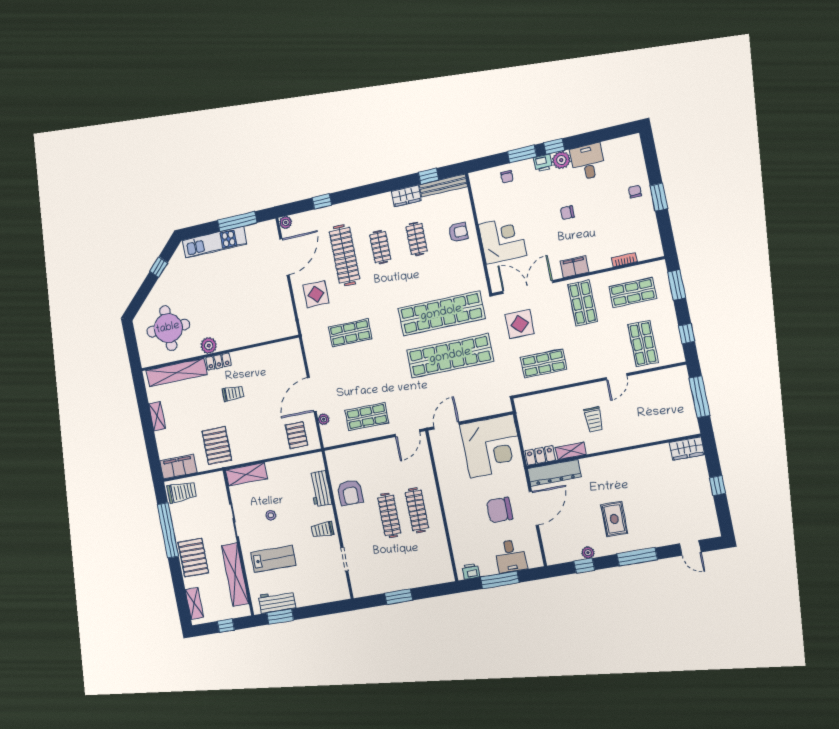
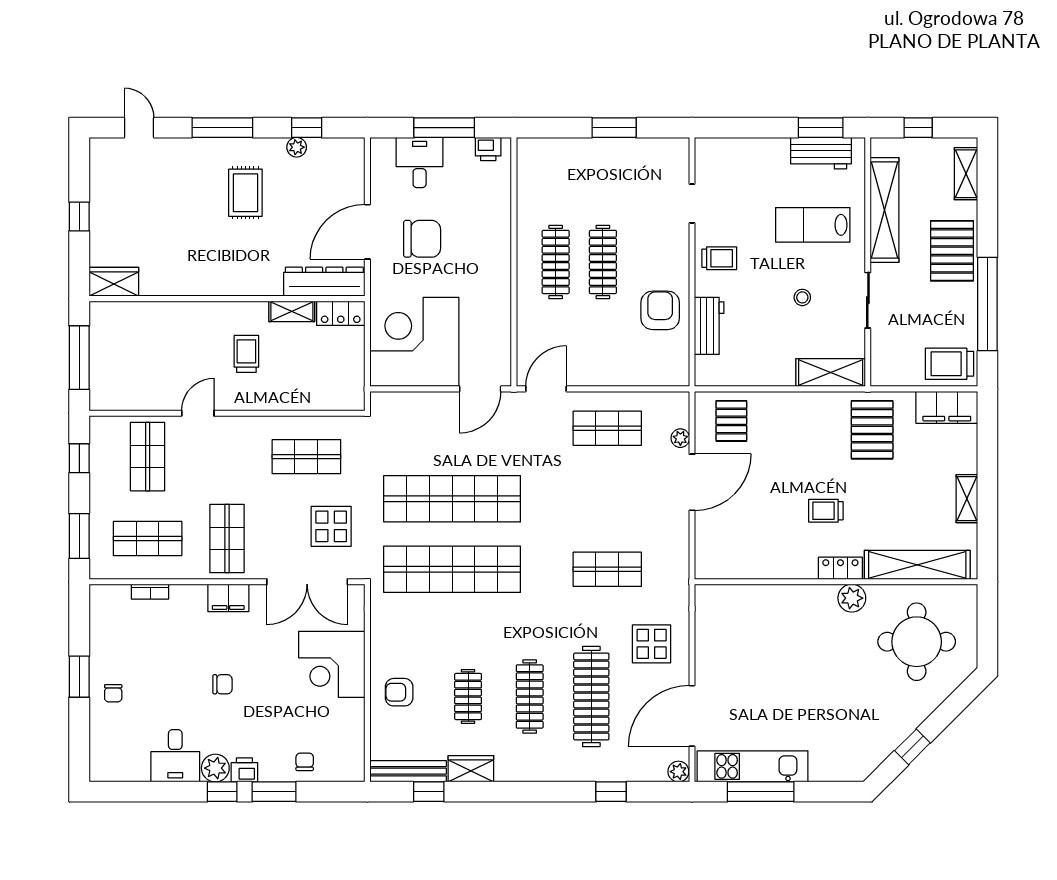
kitchen unit: (214, 242) -> (753, 766), moved
clothes rail: (380, 247) -> (530, 697), width x1.36

